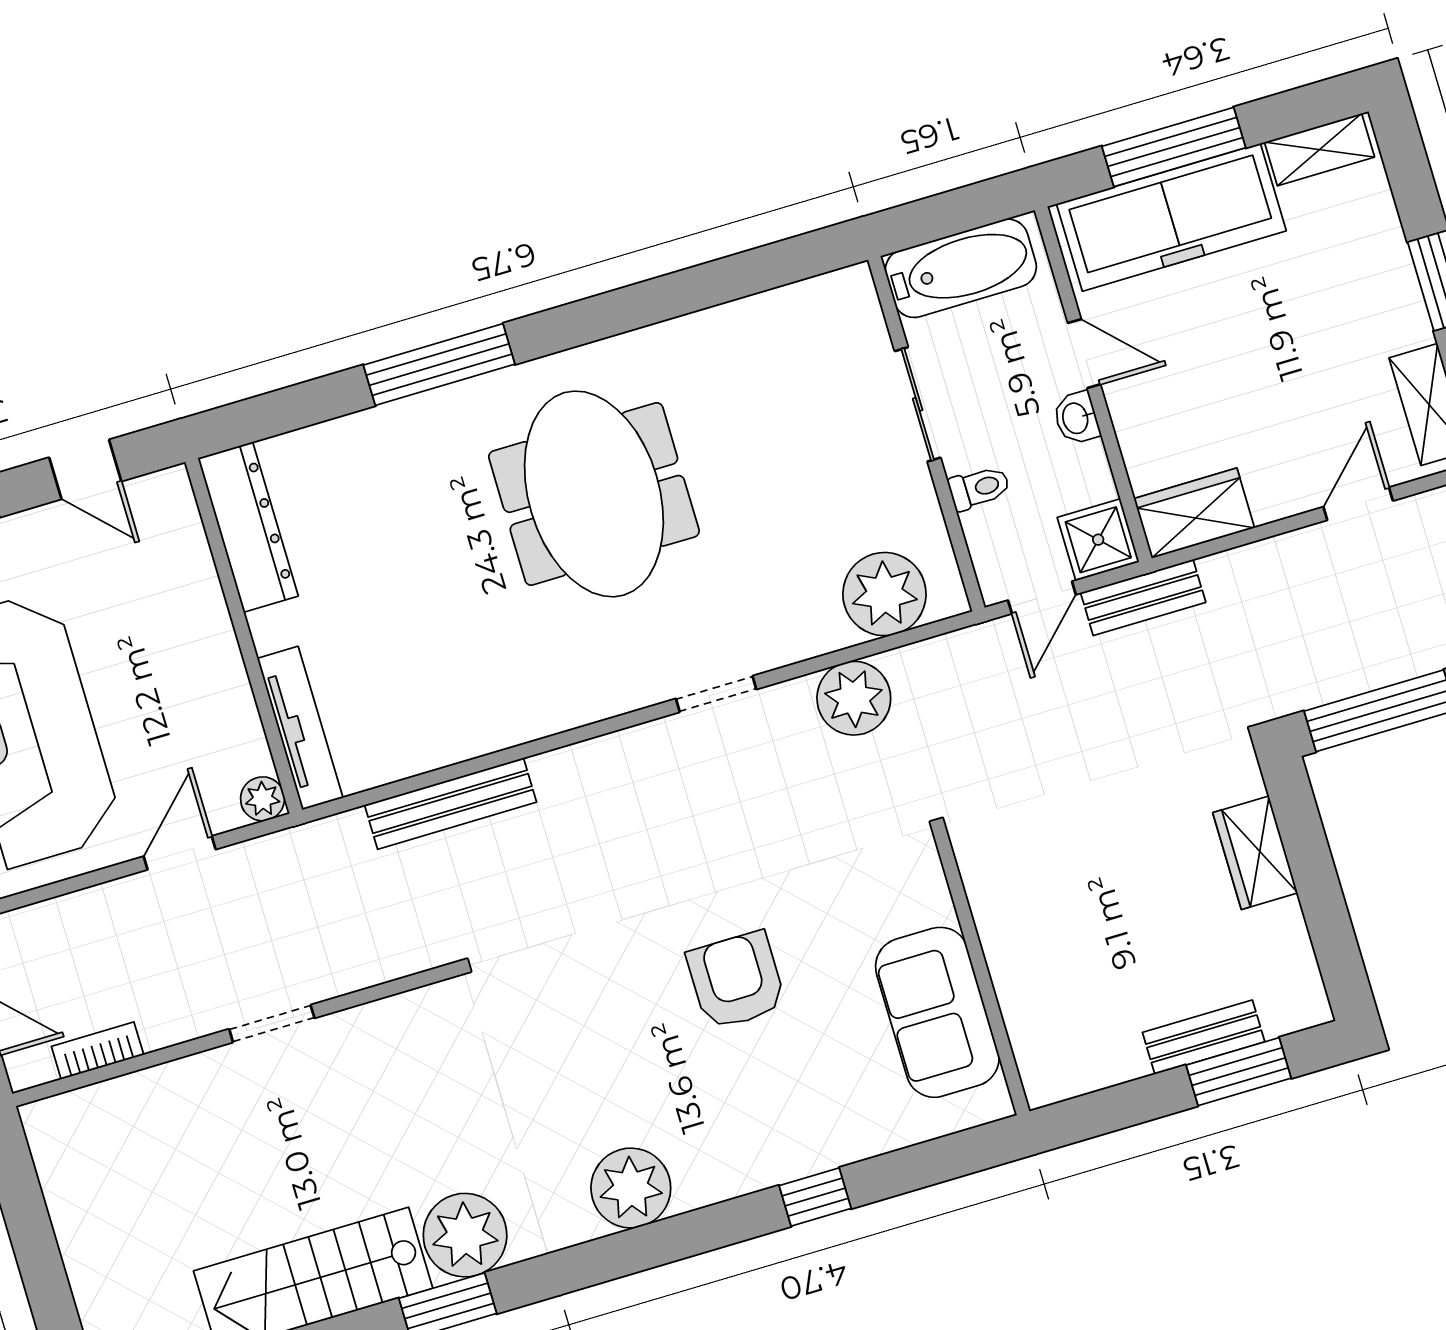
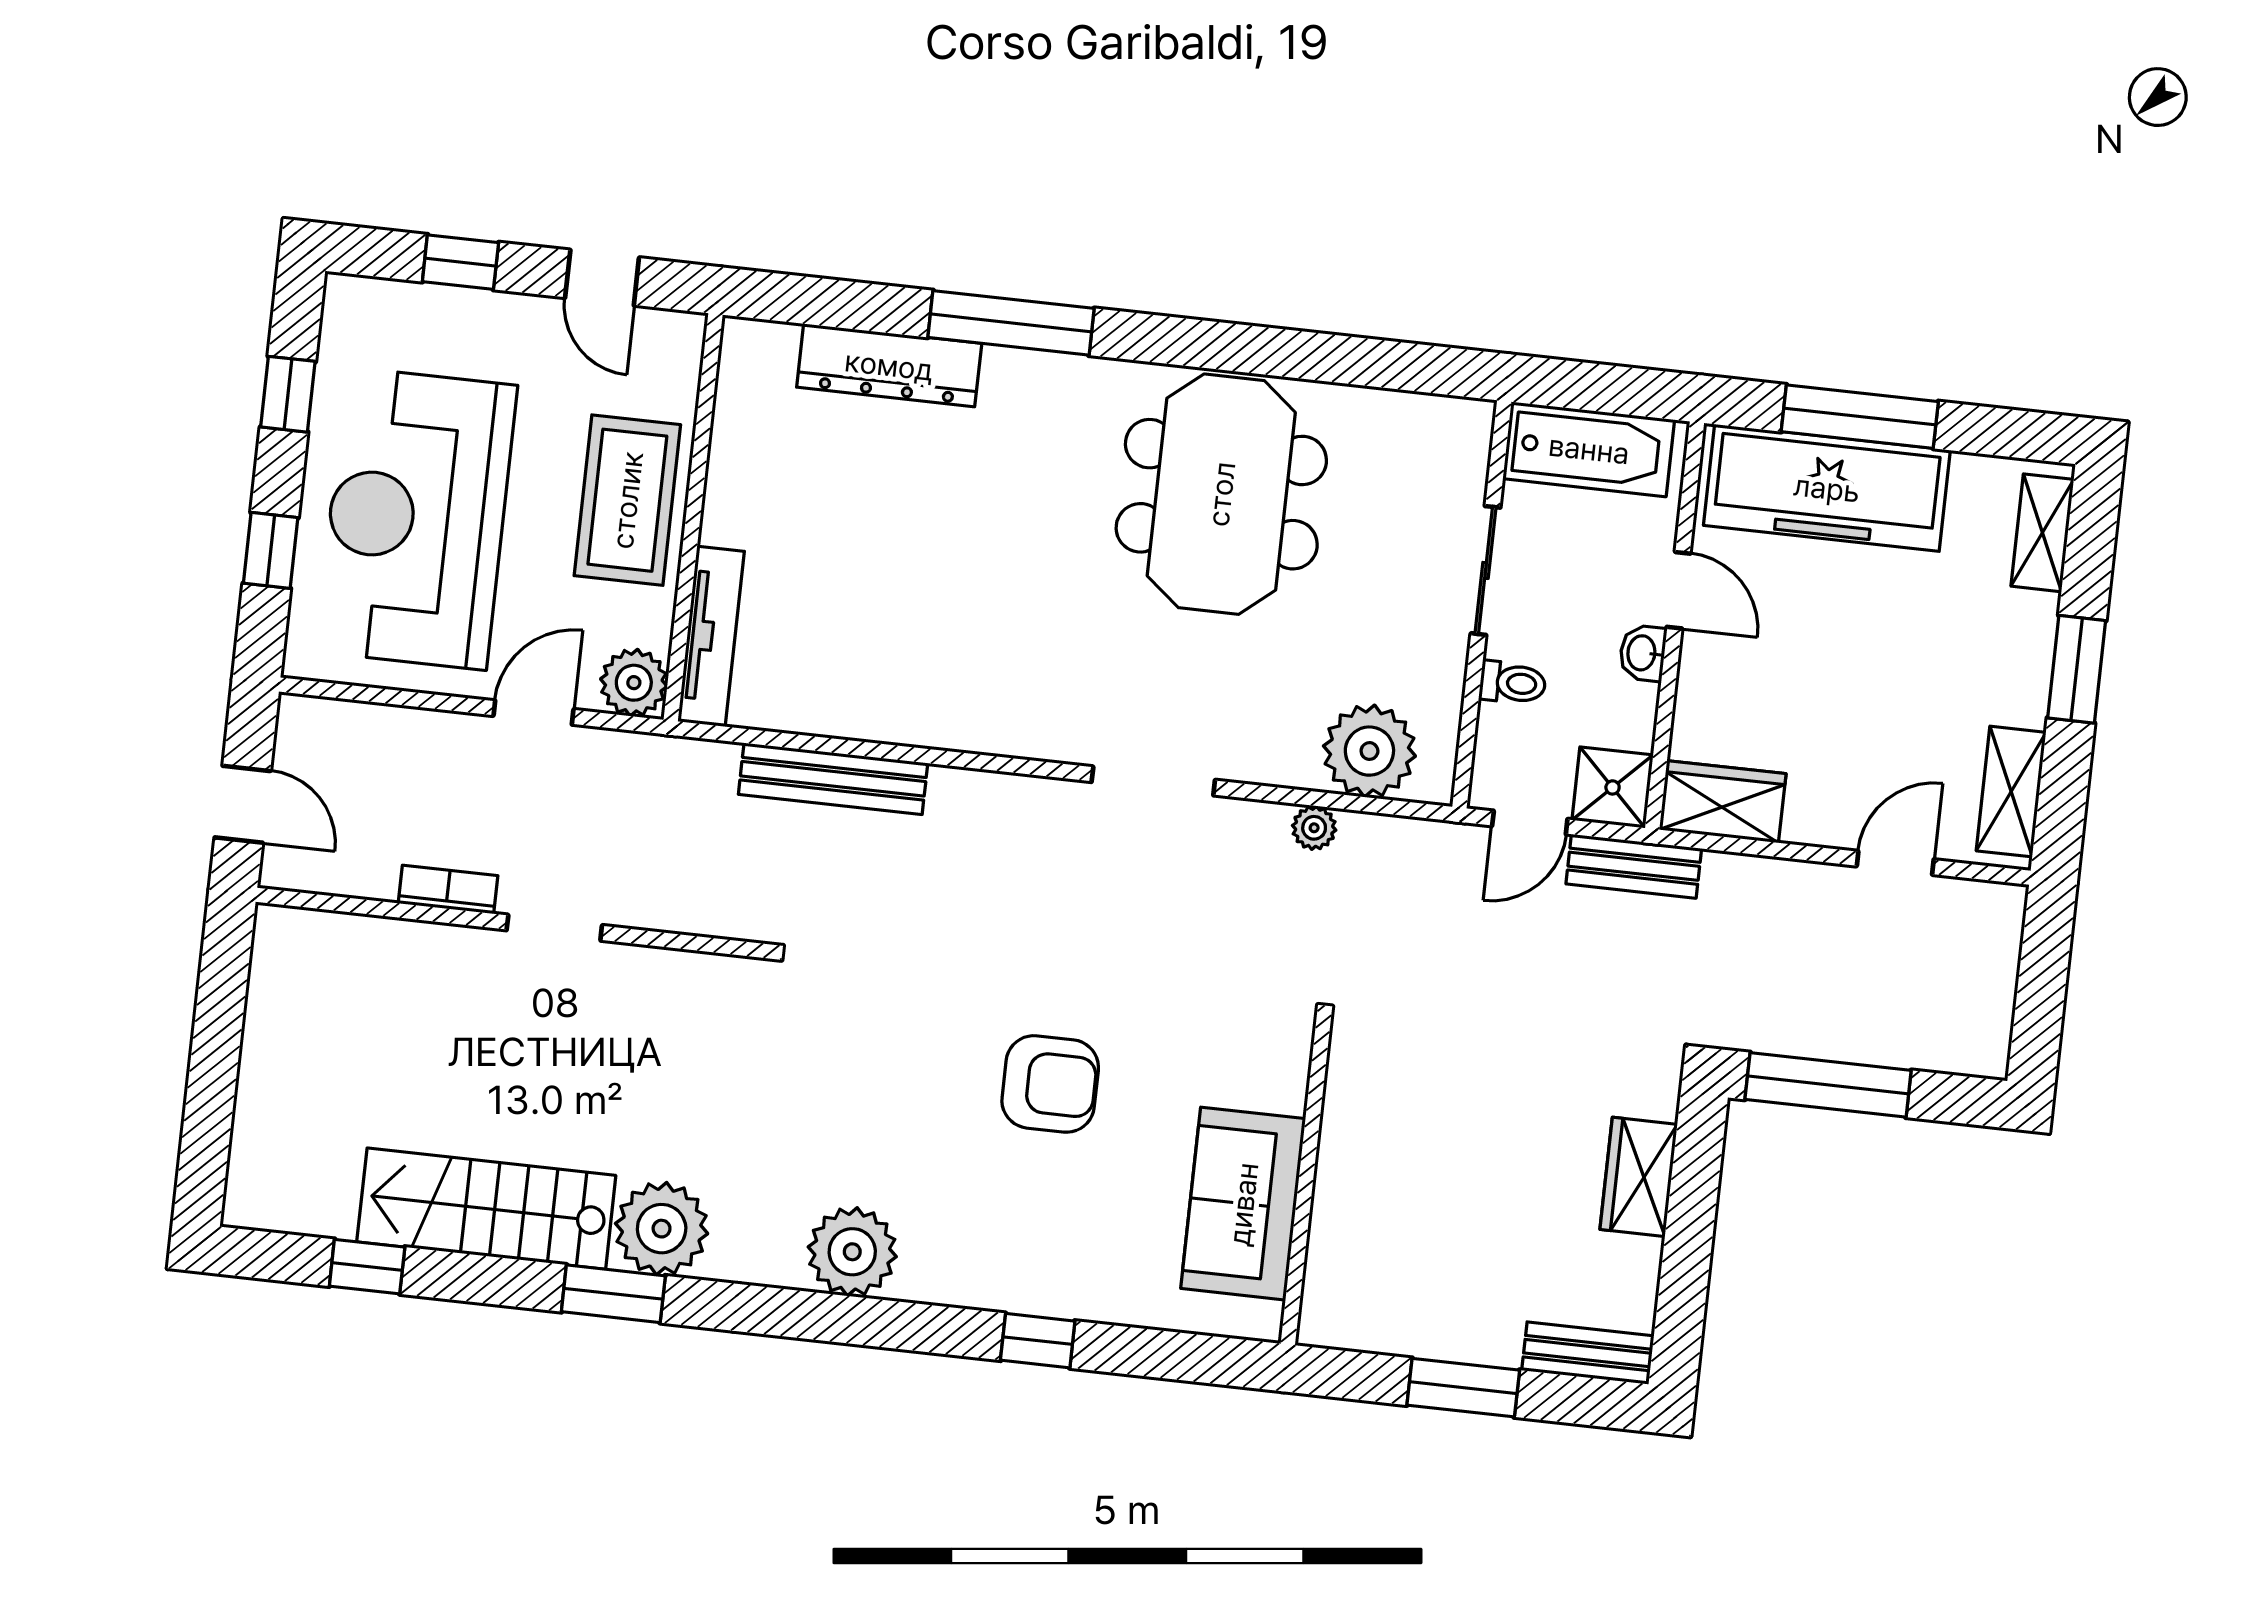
shelving: (1319, 150) -> (2042, 533), moved, turned 90
meeting table: (594, 494) -> (1221, 494), moved
dresser: (248, 527) -> (889, 365), moved, turned 90
coffee table: (184, 645) -> (627, 500), added
doorway: (716, 694) -> (1153, 781), width x1.38
plant: (854, 698) -> (1314, 828), width x0.53, depth x0.53
plant: (263, 799) -> (634, 683), width x1.38, depth x1.38
armchair: (736, 980) -> (1050, 1084), turned 90
bench: (1204, 1037) -> (1588, 1353), moved
bookcase: (98, 1051) -> (448, 890), moved
window: (1239, 1072) -> (1463, 1388), moved

